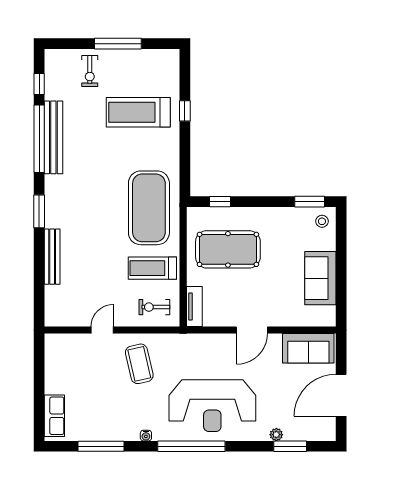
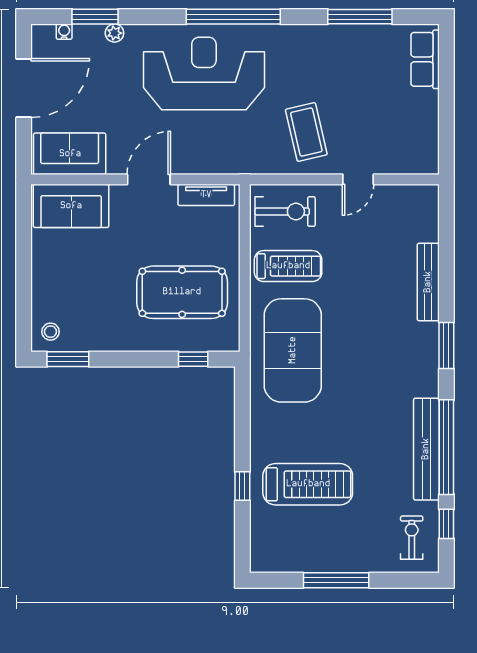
exercise bike: (90, 71) -> (412, 538), moved
sofa: (320, 278) -> (71, 206), moved, turned 90
tv unit: (194, 306) -> (206, 195), moved, turned -90
exercise bike: (154, 307) -> (285, 212), width x1.38, depth x1.39
water cooler: (146, 436) -> (64, 32), moved

